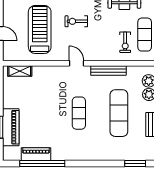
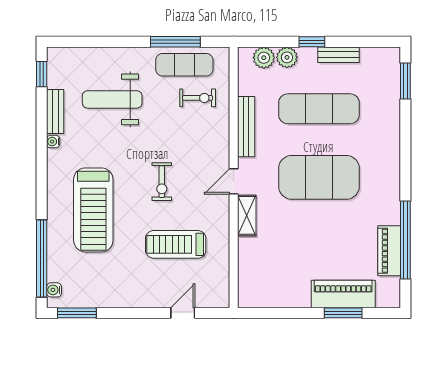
treadmill: (40, 29) -> (176, 244), width x0.73, depth x0.73
shelving: (20, 71) -> (247, 215), moved
exercise mat: (79, 113) -> (319, 177), width x2.00, depth x1.45

